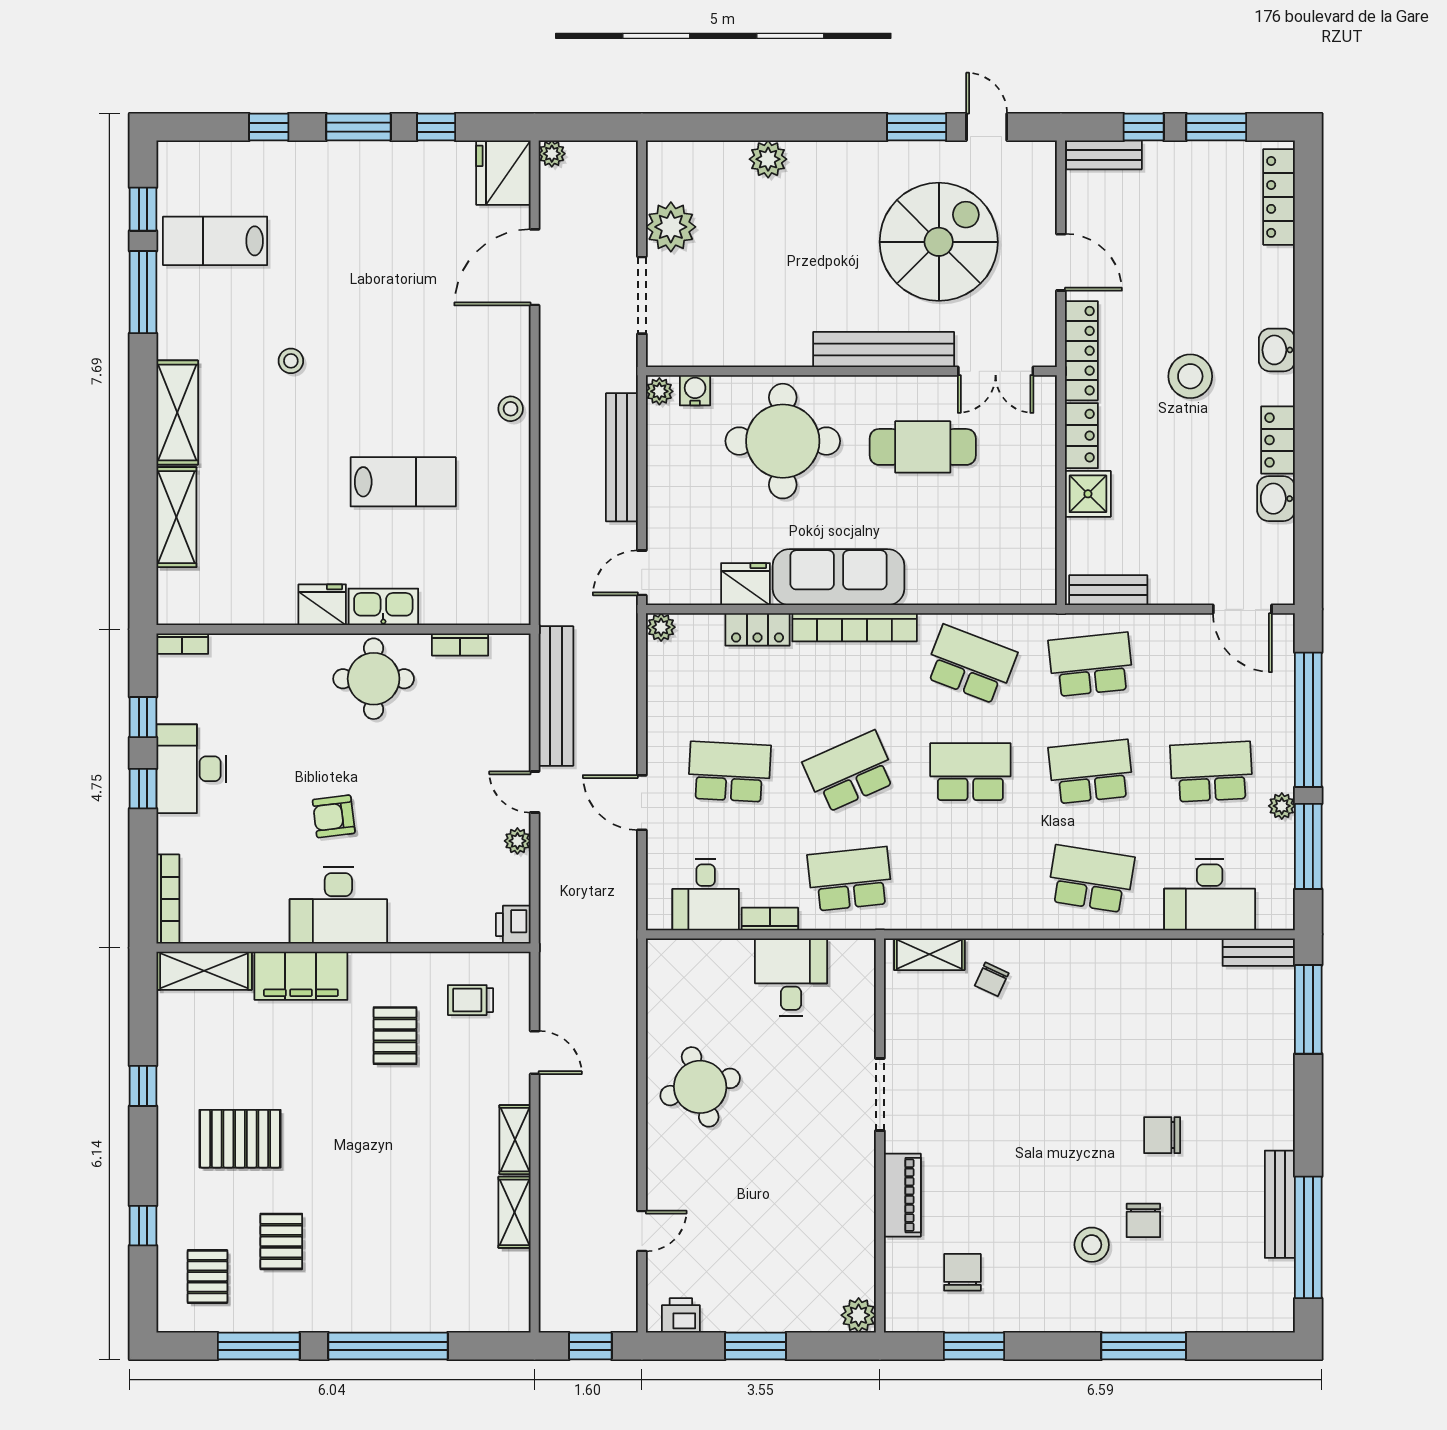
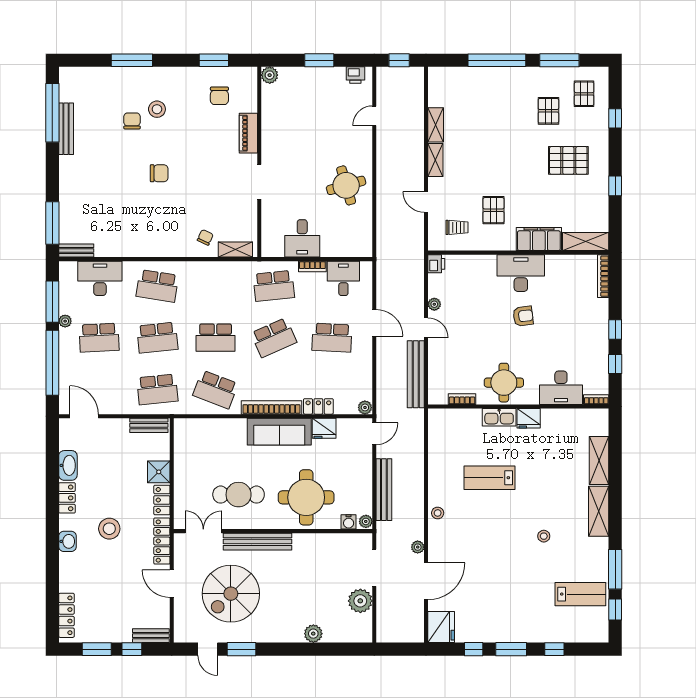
plant: (552, 154) -> (418, 547), moved
washbasin: (1276, 499) -> (68, 465), width x1.38
desk: (191, 769) -> (561, 388), moved, turned 90
chair: (1162, 1135) -> (159, 173), moved

